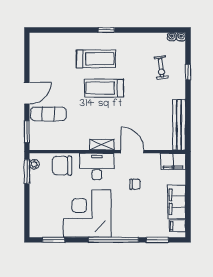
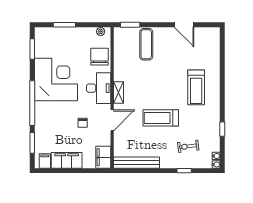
window: (106, 30) -> (222, 129), moved
treadmill: (104, 88) -> (161, 118), moved, turned -90
door: (27, 93) -> (184, 25), moved
window: (27, 171) -> (64, 25), moved

